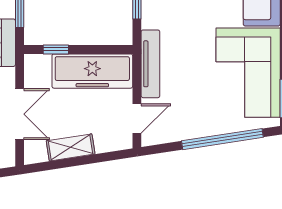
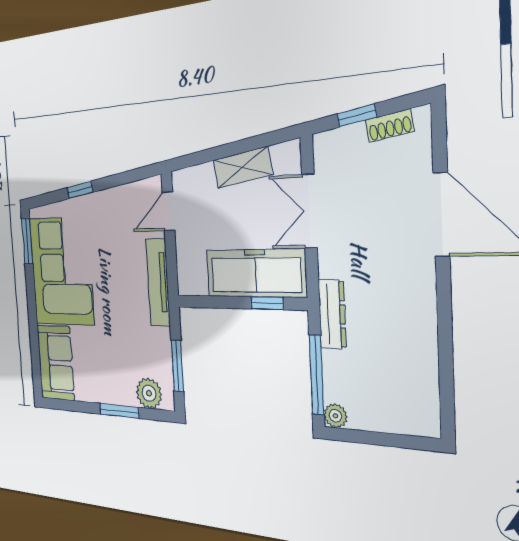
freezer: (92, 71) -> (256, 273), moved
window: (222, 139) -> (80, 190), width x0.32

